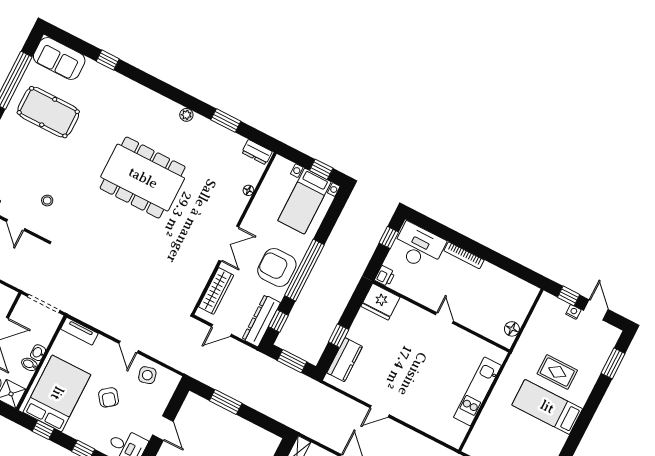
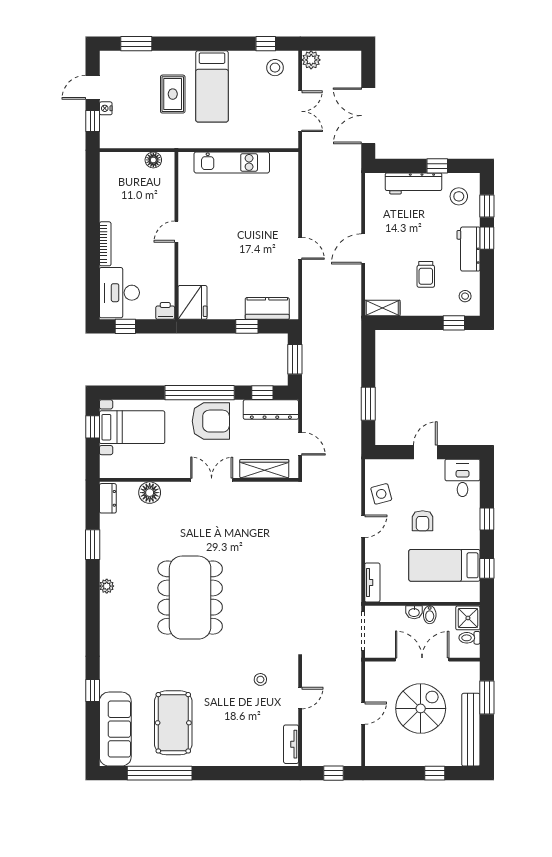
sofa: (59, 58) -> (115, 729), width x1.36
floor lamp: (248, 190) -> (150, 493), width x1.89, depth x1.89
armchair: (277, 267) -> (211, 421), turned -90
bed: (57, 393) -> (444, 565), width x0.67
armchair: (109, 397) -> (423, 521), turned 127

